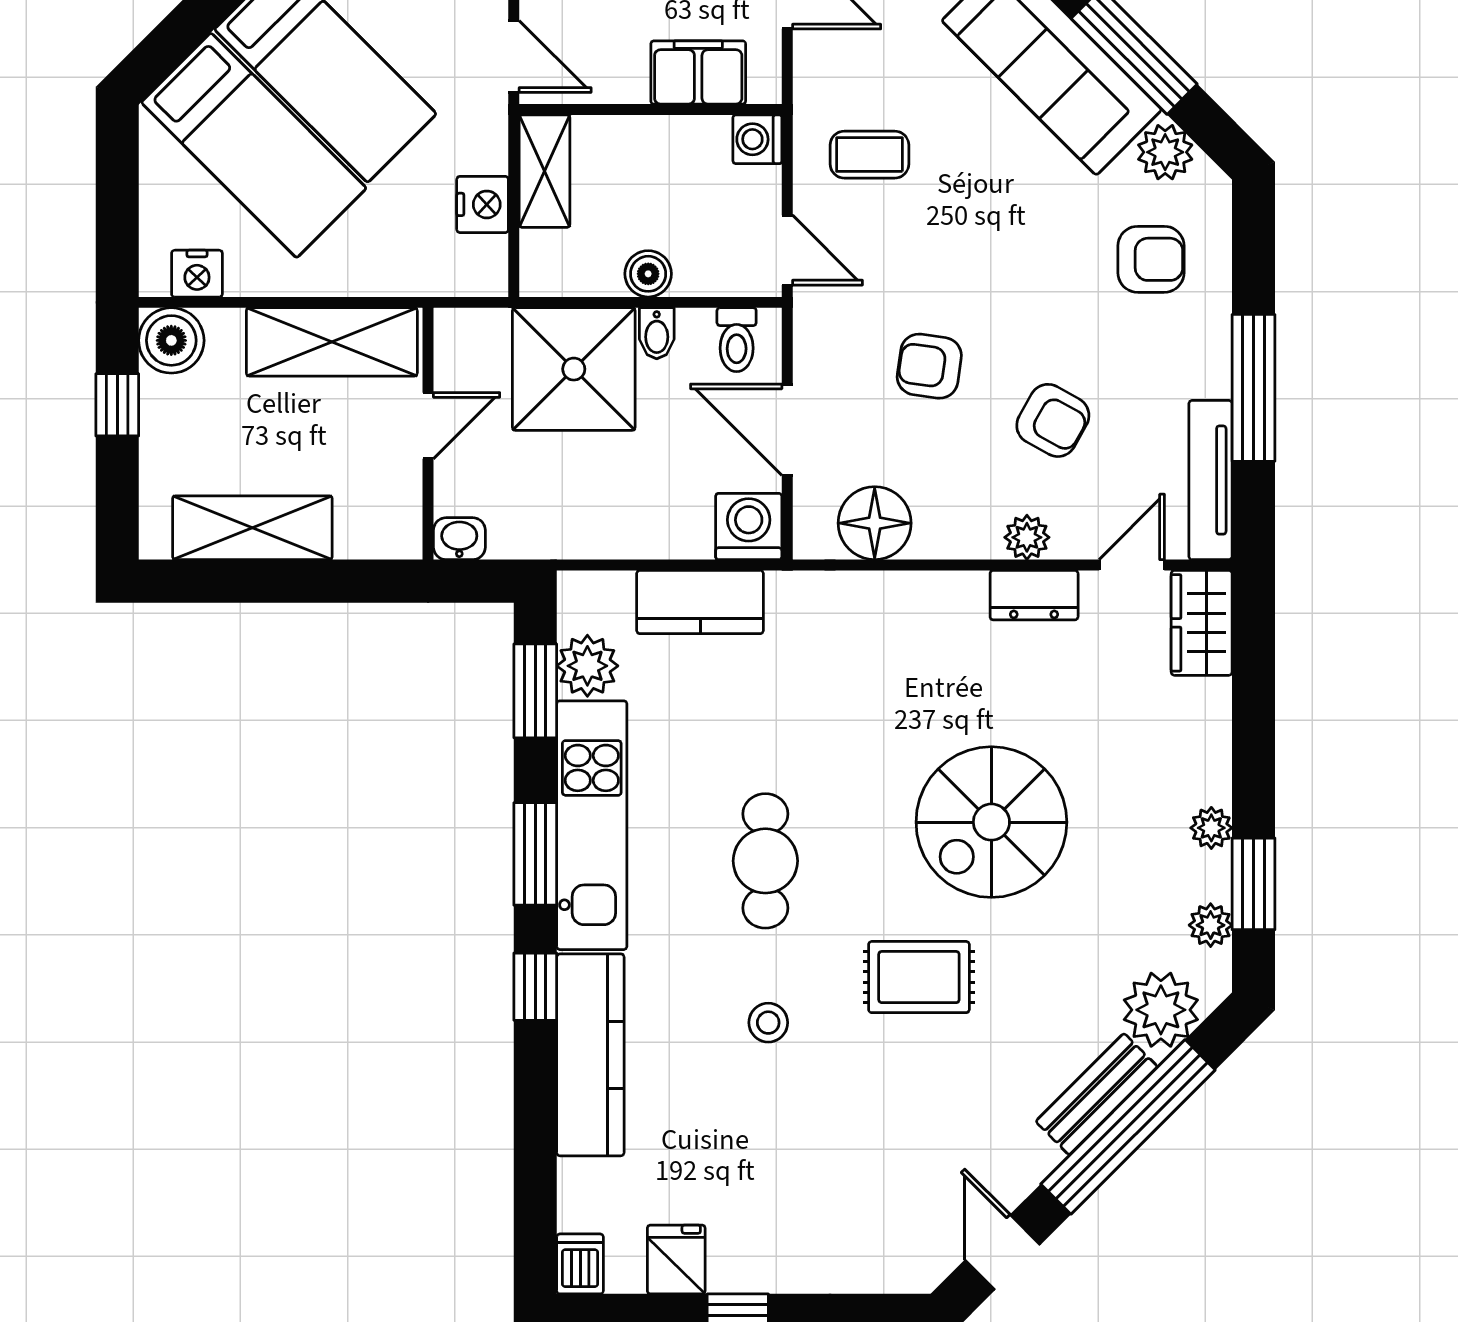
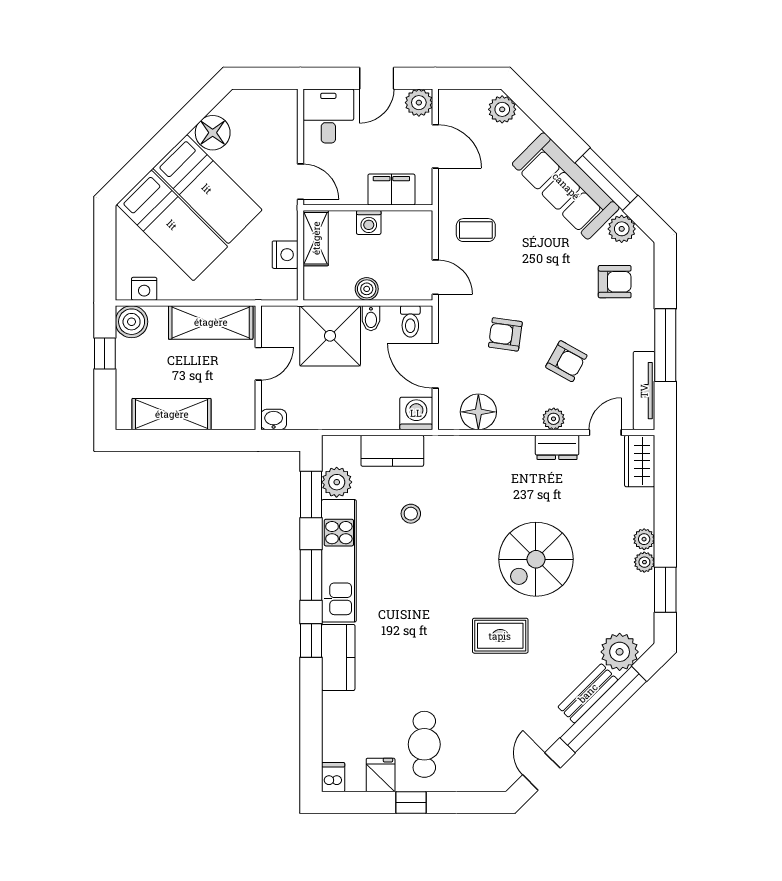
washing machine: (757, 139) -> (369, 222), moved, turned -90
cafe table: (765, 861) -> (424, 744), moved
plant: (1211, 925) -> (644, 539), moved
stool: (768, 1023) -> (411, 514), moved
kitchen counter: (590, 1055) -> (338, 657), width x0.67

